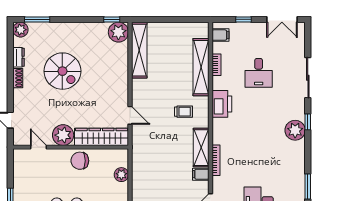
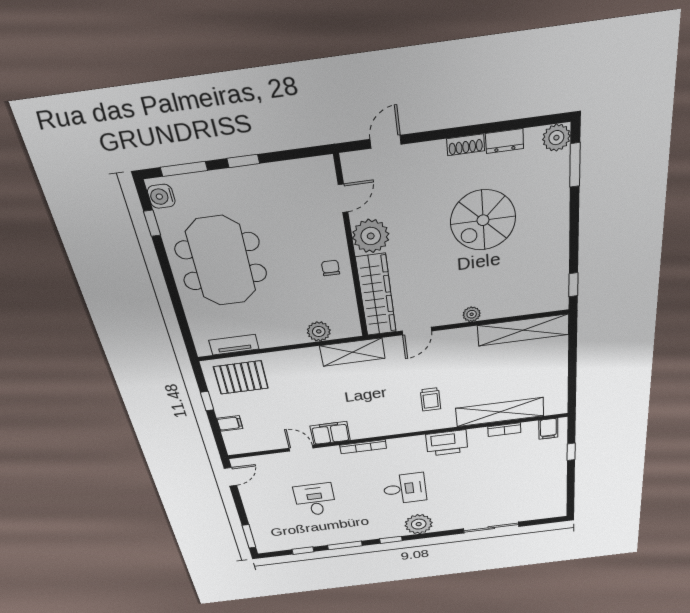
double door: (282, 19) -> (571, 492), removed
plant: (118, 32) -> (472, 314), moved, width x0.53, depth x0.53
desk: (259, 73) -> (405, 489), moved, turned 180
window: (308, 122) -> (391, 540), moved
shelving: (201, 148) -> (352, 352), moved
chair: (80, 161) -> (331, 268), width x0.54, depth x0.54
filing cabinet: (201, 174) -> (330, 433), width x2.00

